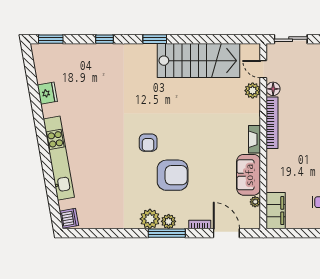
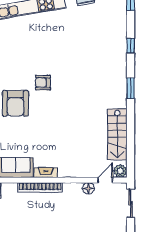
stairs: (198, 61) -> (117, 134), width x0.73, depth x0.66
plant: (253, 91) -> (120, 171), moved
bookcase: (272, 123) -> (40, 188), moved

